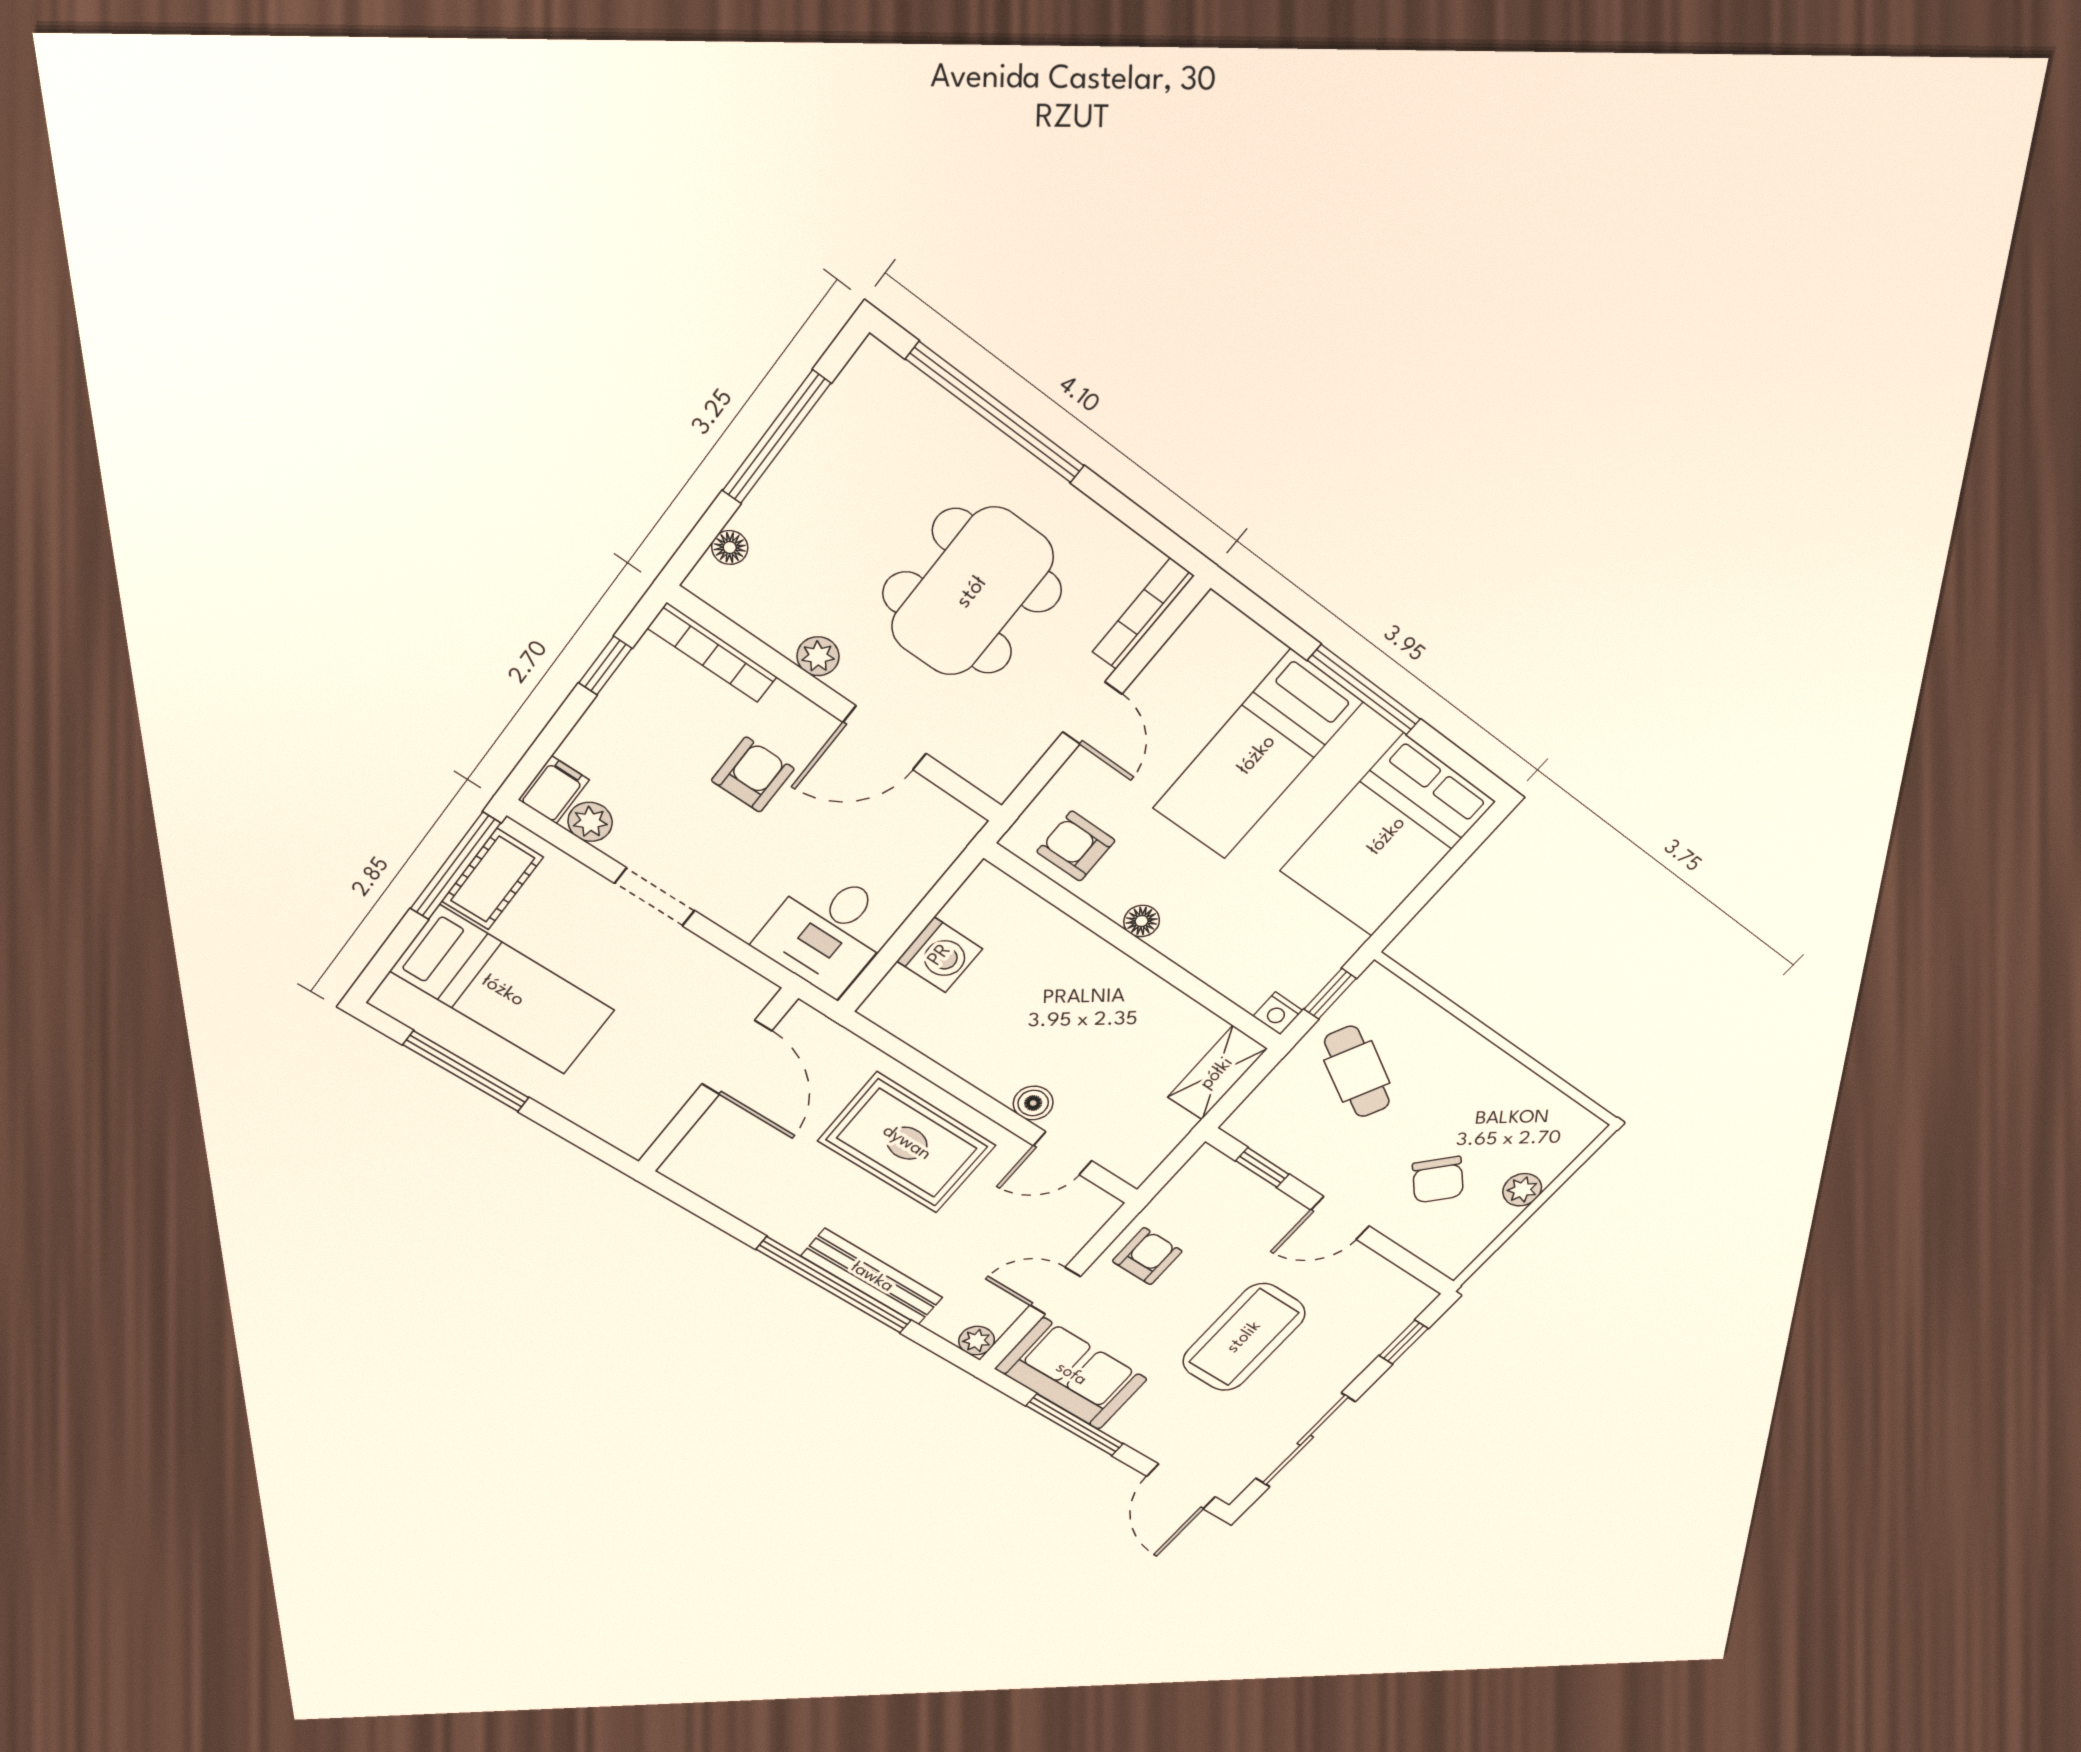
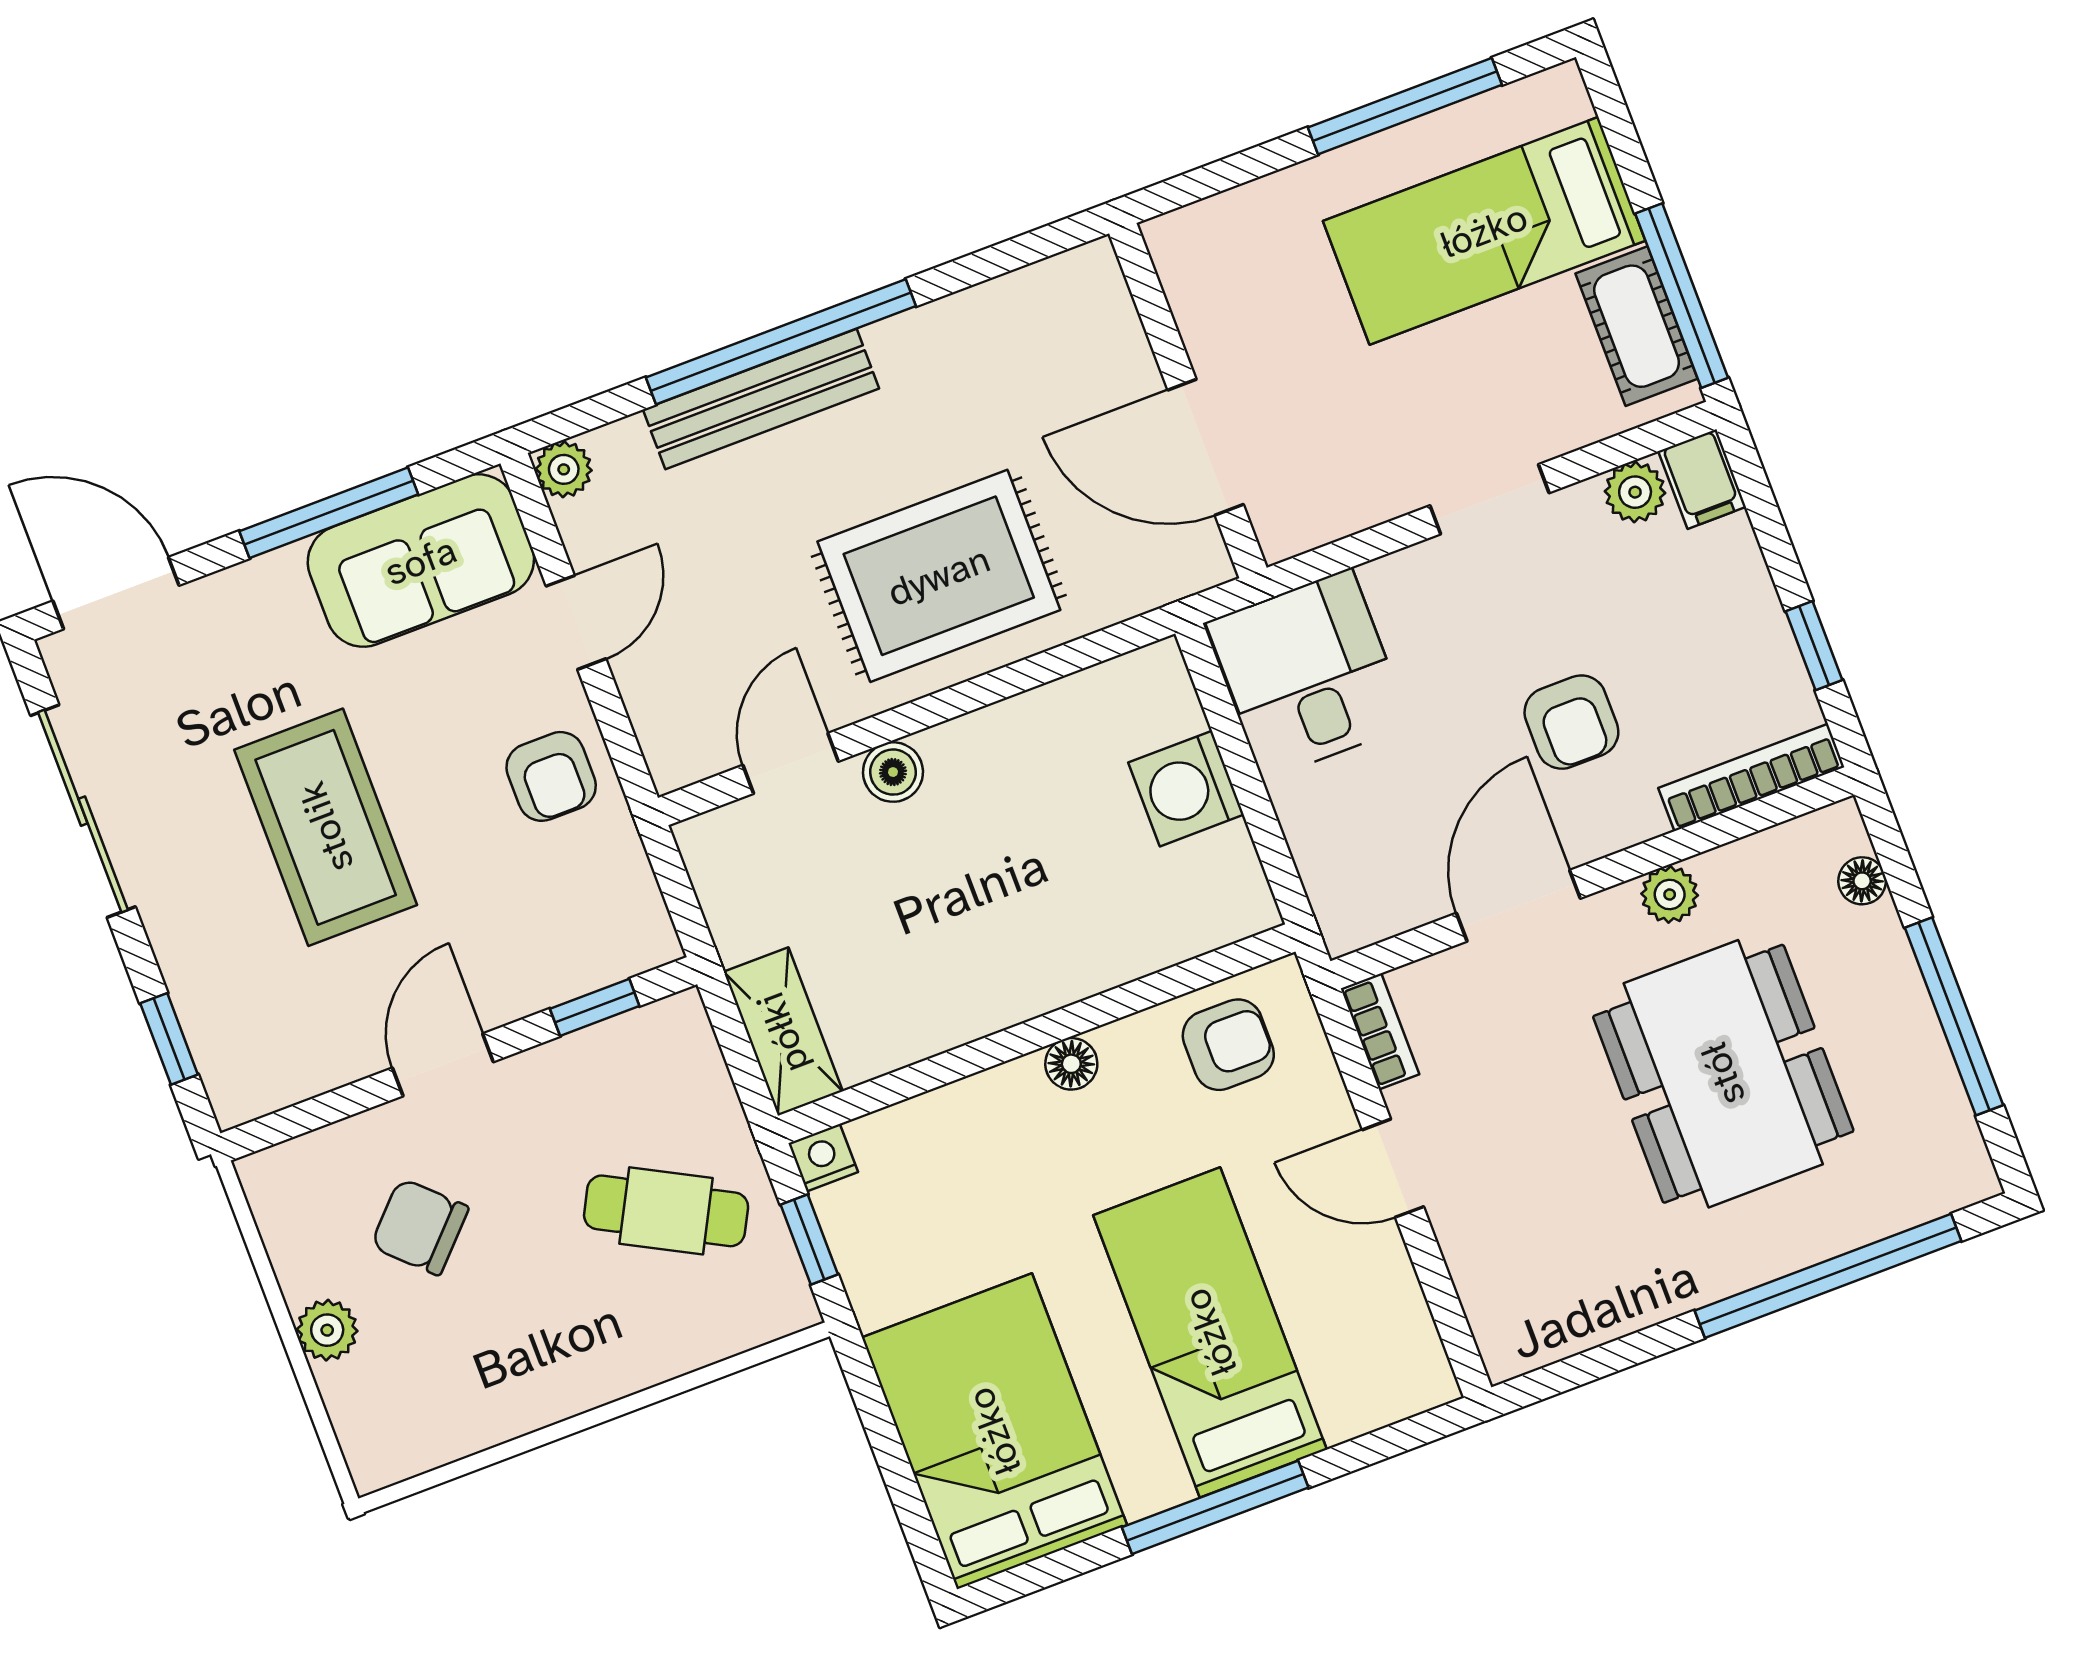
dining table: (972, 592) -> (1723, 1074), moved
bookcase: (1143, 614) -> (1380, 1031), moved, width x0.64

